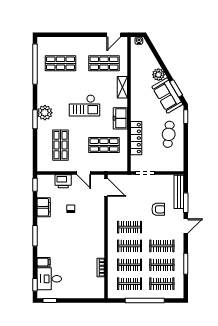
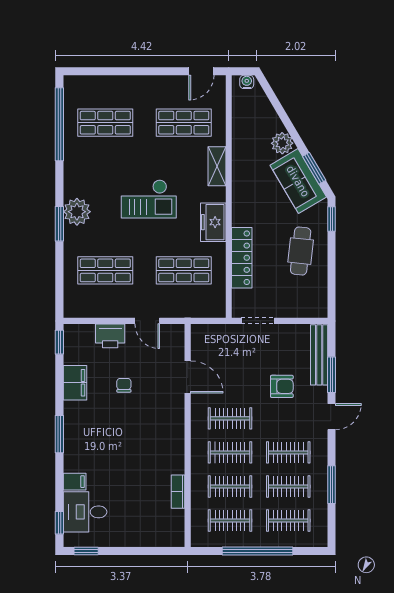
shop shelf: (60, 145) -> (105, 270), turned 90
door: (106, 187) -> (188, 377), moved

